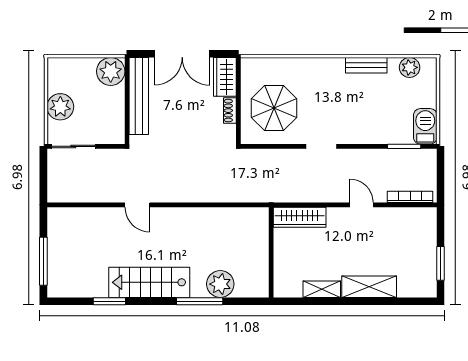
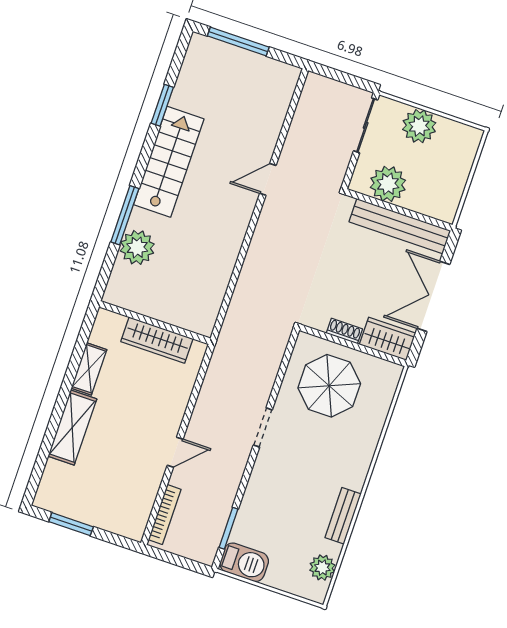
plant: (111, 71) -> (388, 184), moved
wardrobe: (300, 217) -> (157, 340), moved, turned -90

